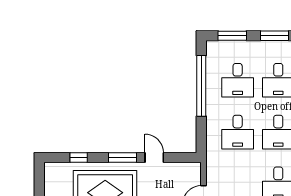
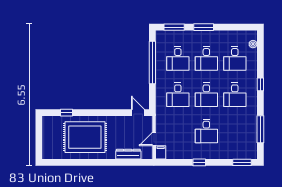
window: (123, 158) -> (97, 113), removed
door: (154, 158) -> (138, 113), moved

